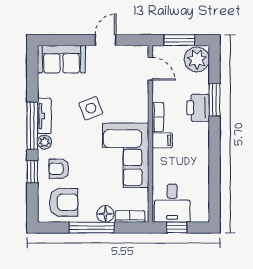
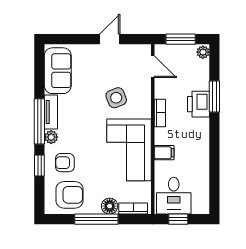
sofa: (61, 59) -> (58, 71), moved, turned -90
plant: (197, 59) -> (203, 52), width x0.53, depth x0.53
side table: (91, 108) -> (116, 98), moved
filing cabinet: (162, 140) -> (164, 153), moved

